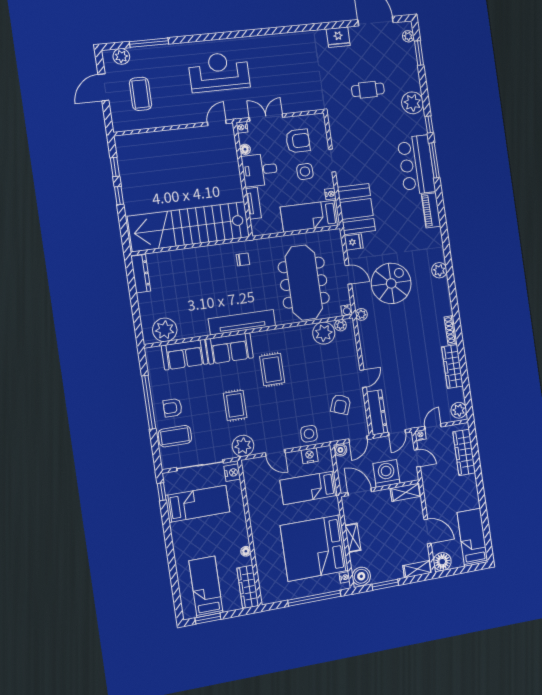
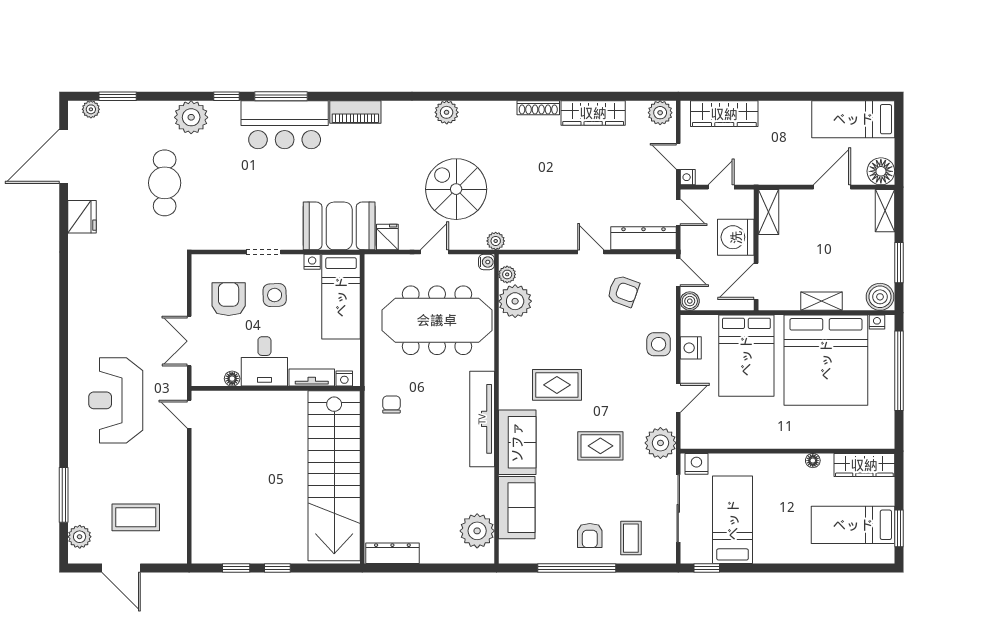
cafe table: (368, 90) -> (165, 183), width x1.37, depth x1.35
nightstand: (242, 127) -> (344, 379), moved
coffee table: (175, 436) -> (631, 538), width x0.73, depth x0.77
bed: (309, 488) -> (746, 356), width x1.50

